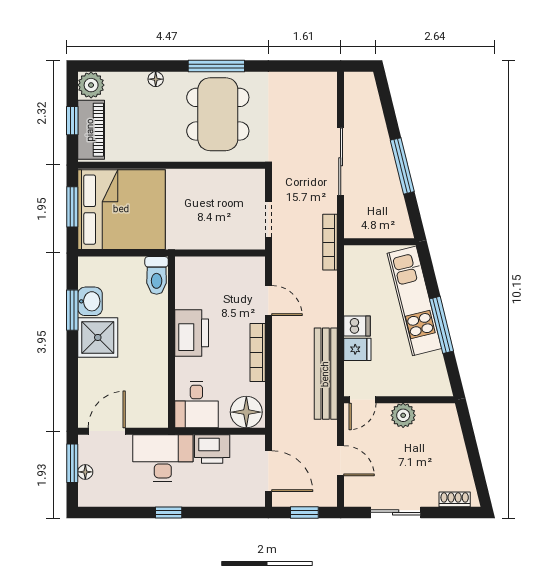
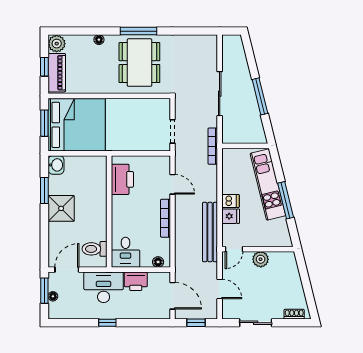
toilet: (157, 275) -> (95, 249), moved, turned 90
washbasin: (90, 301) -> (56, 165), moved
printer: (192, 333) -> (122, 179), moved
floor lamp: (246, 412) -> (158, 262), width x0.53, depth x0.53

